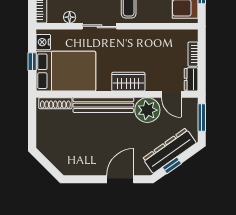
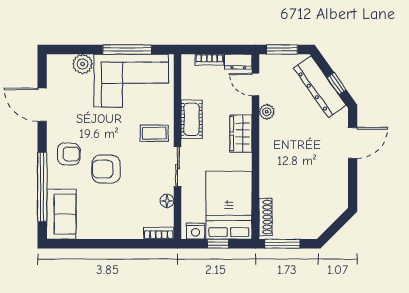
cot: (141, 39) -> (192, 119), added
door: (171, 94) -> (255, 85), swing flipped
bench: (103, 105) -> (268, 162), removed
plant: (147, 110) -> (267, 112), width x0.53, depth x0.53
window: (32, 118) -> (282, 244), added
door: (120, 179) -> (353, 143), swing flipped

